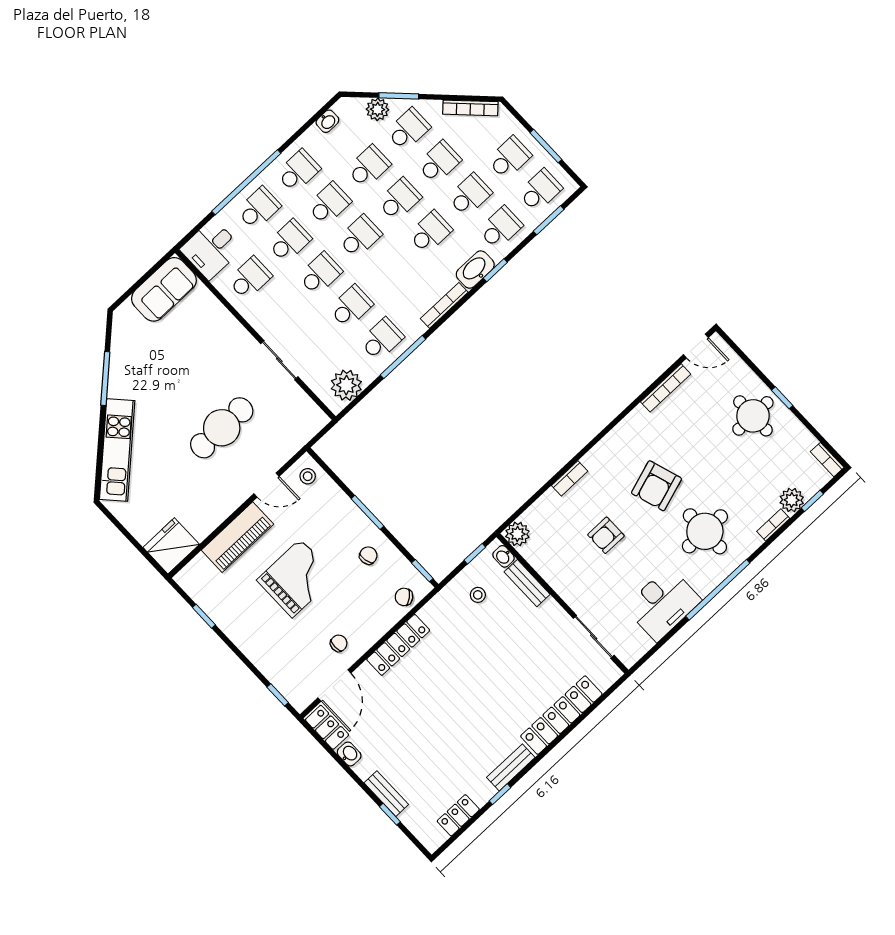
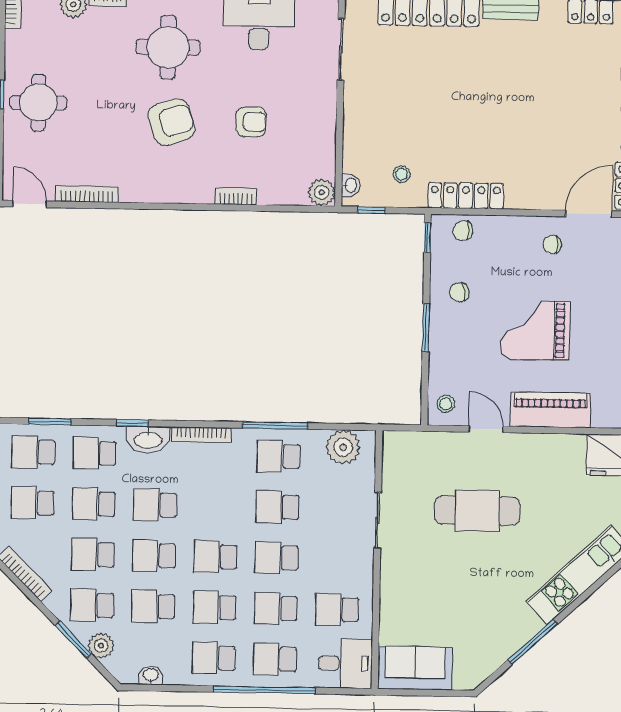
bench: (527, 583) -> (353, 145), removed
chair: (404, 597) -> (463, 231), turned 129
locker: (398, 645) -> (466, 196), moved

